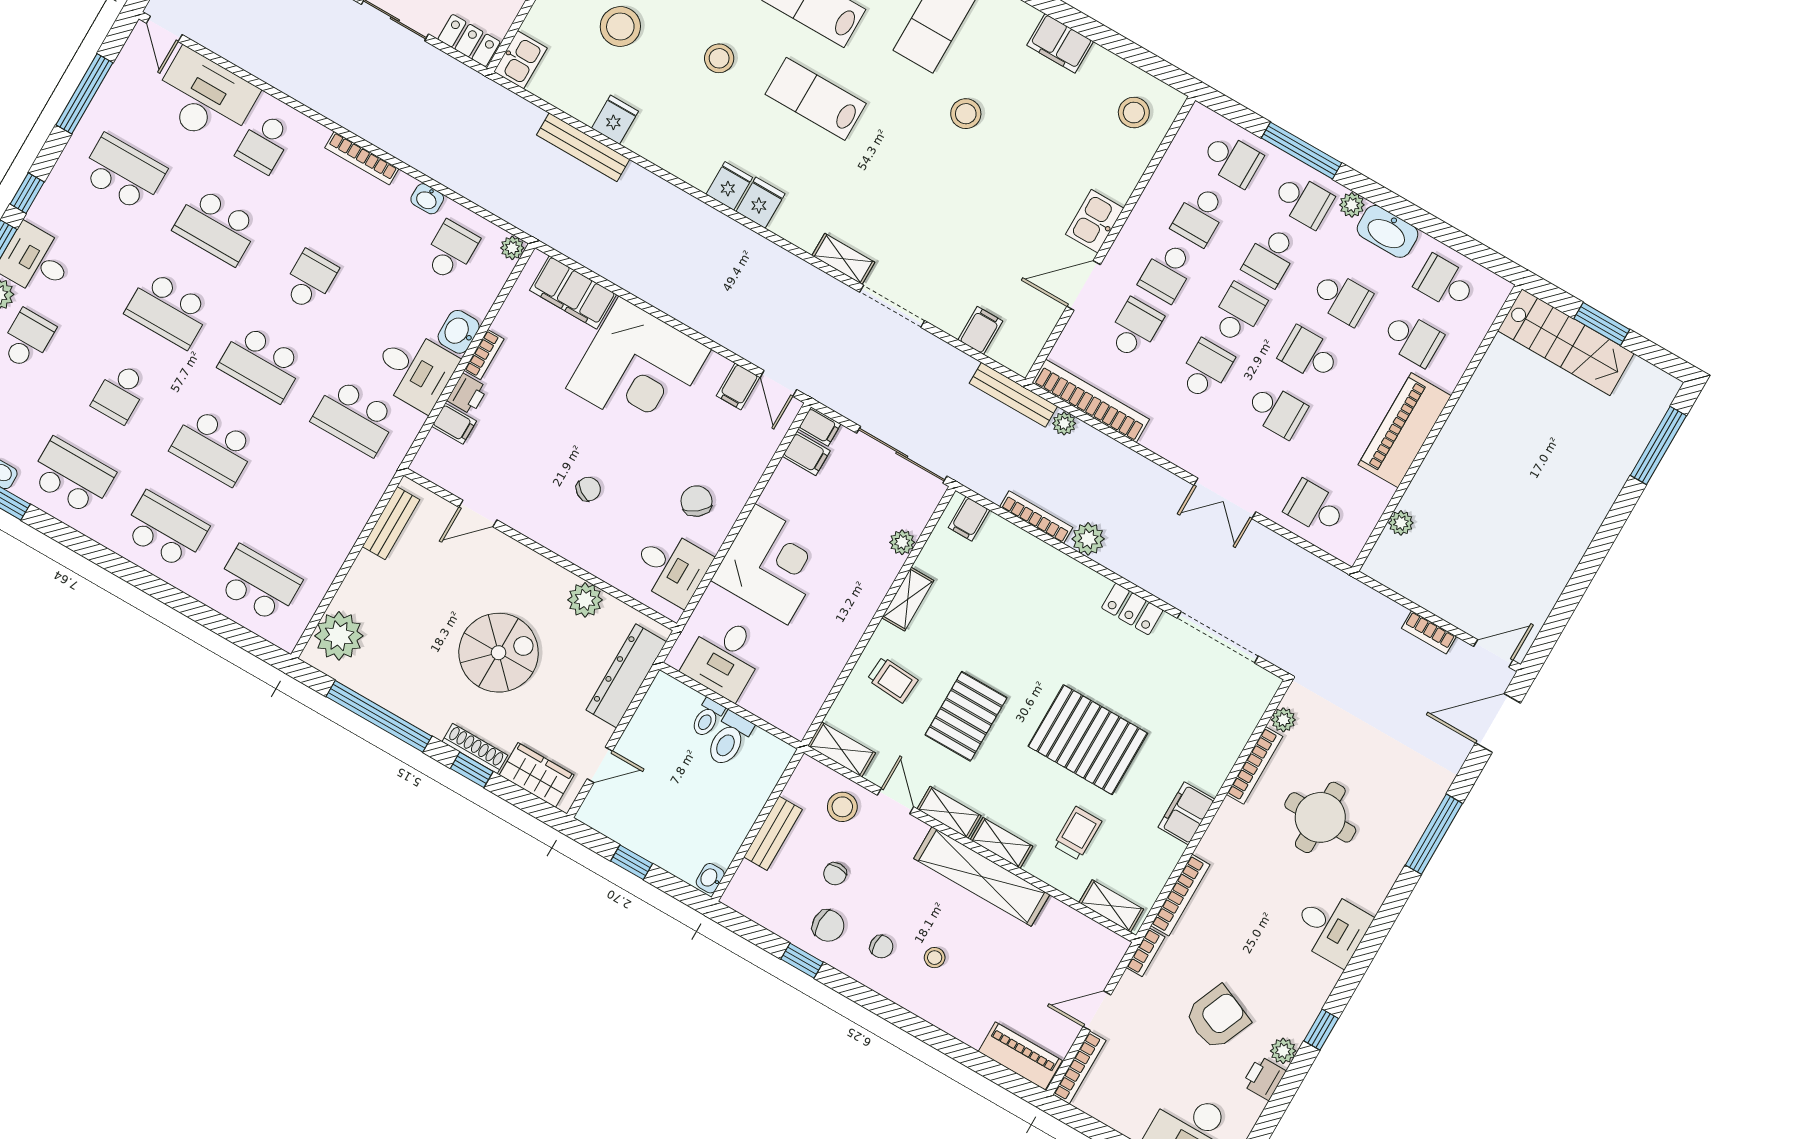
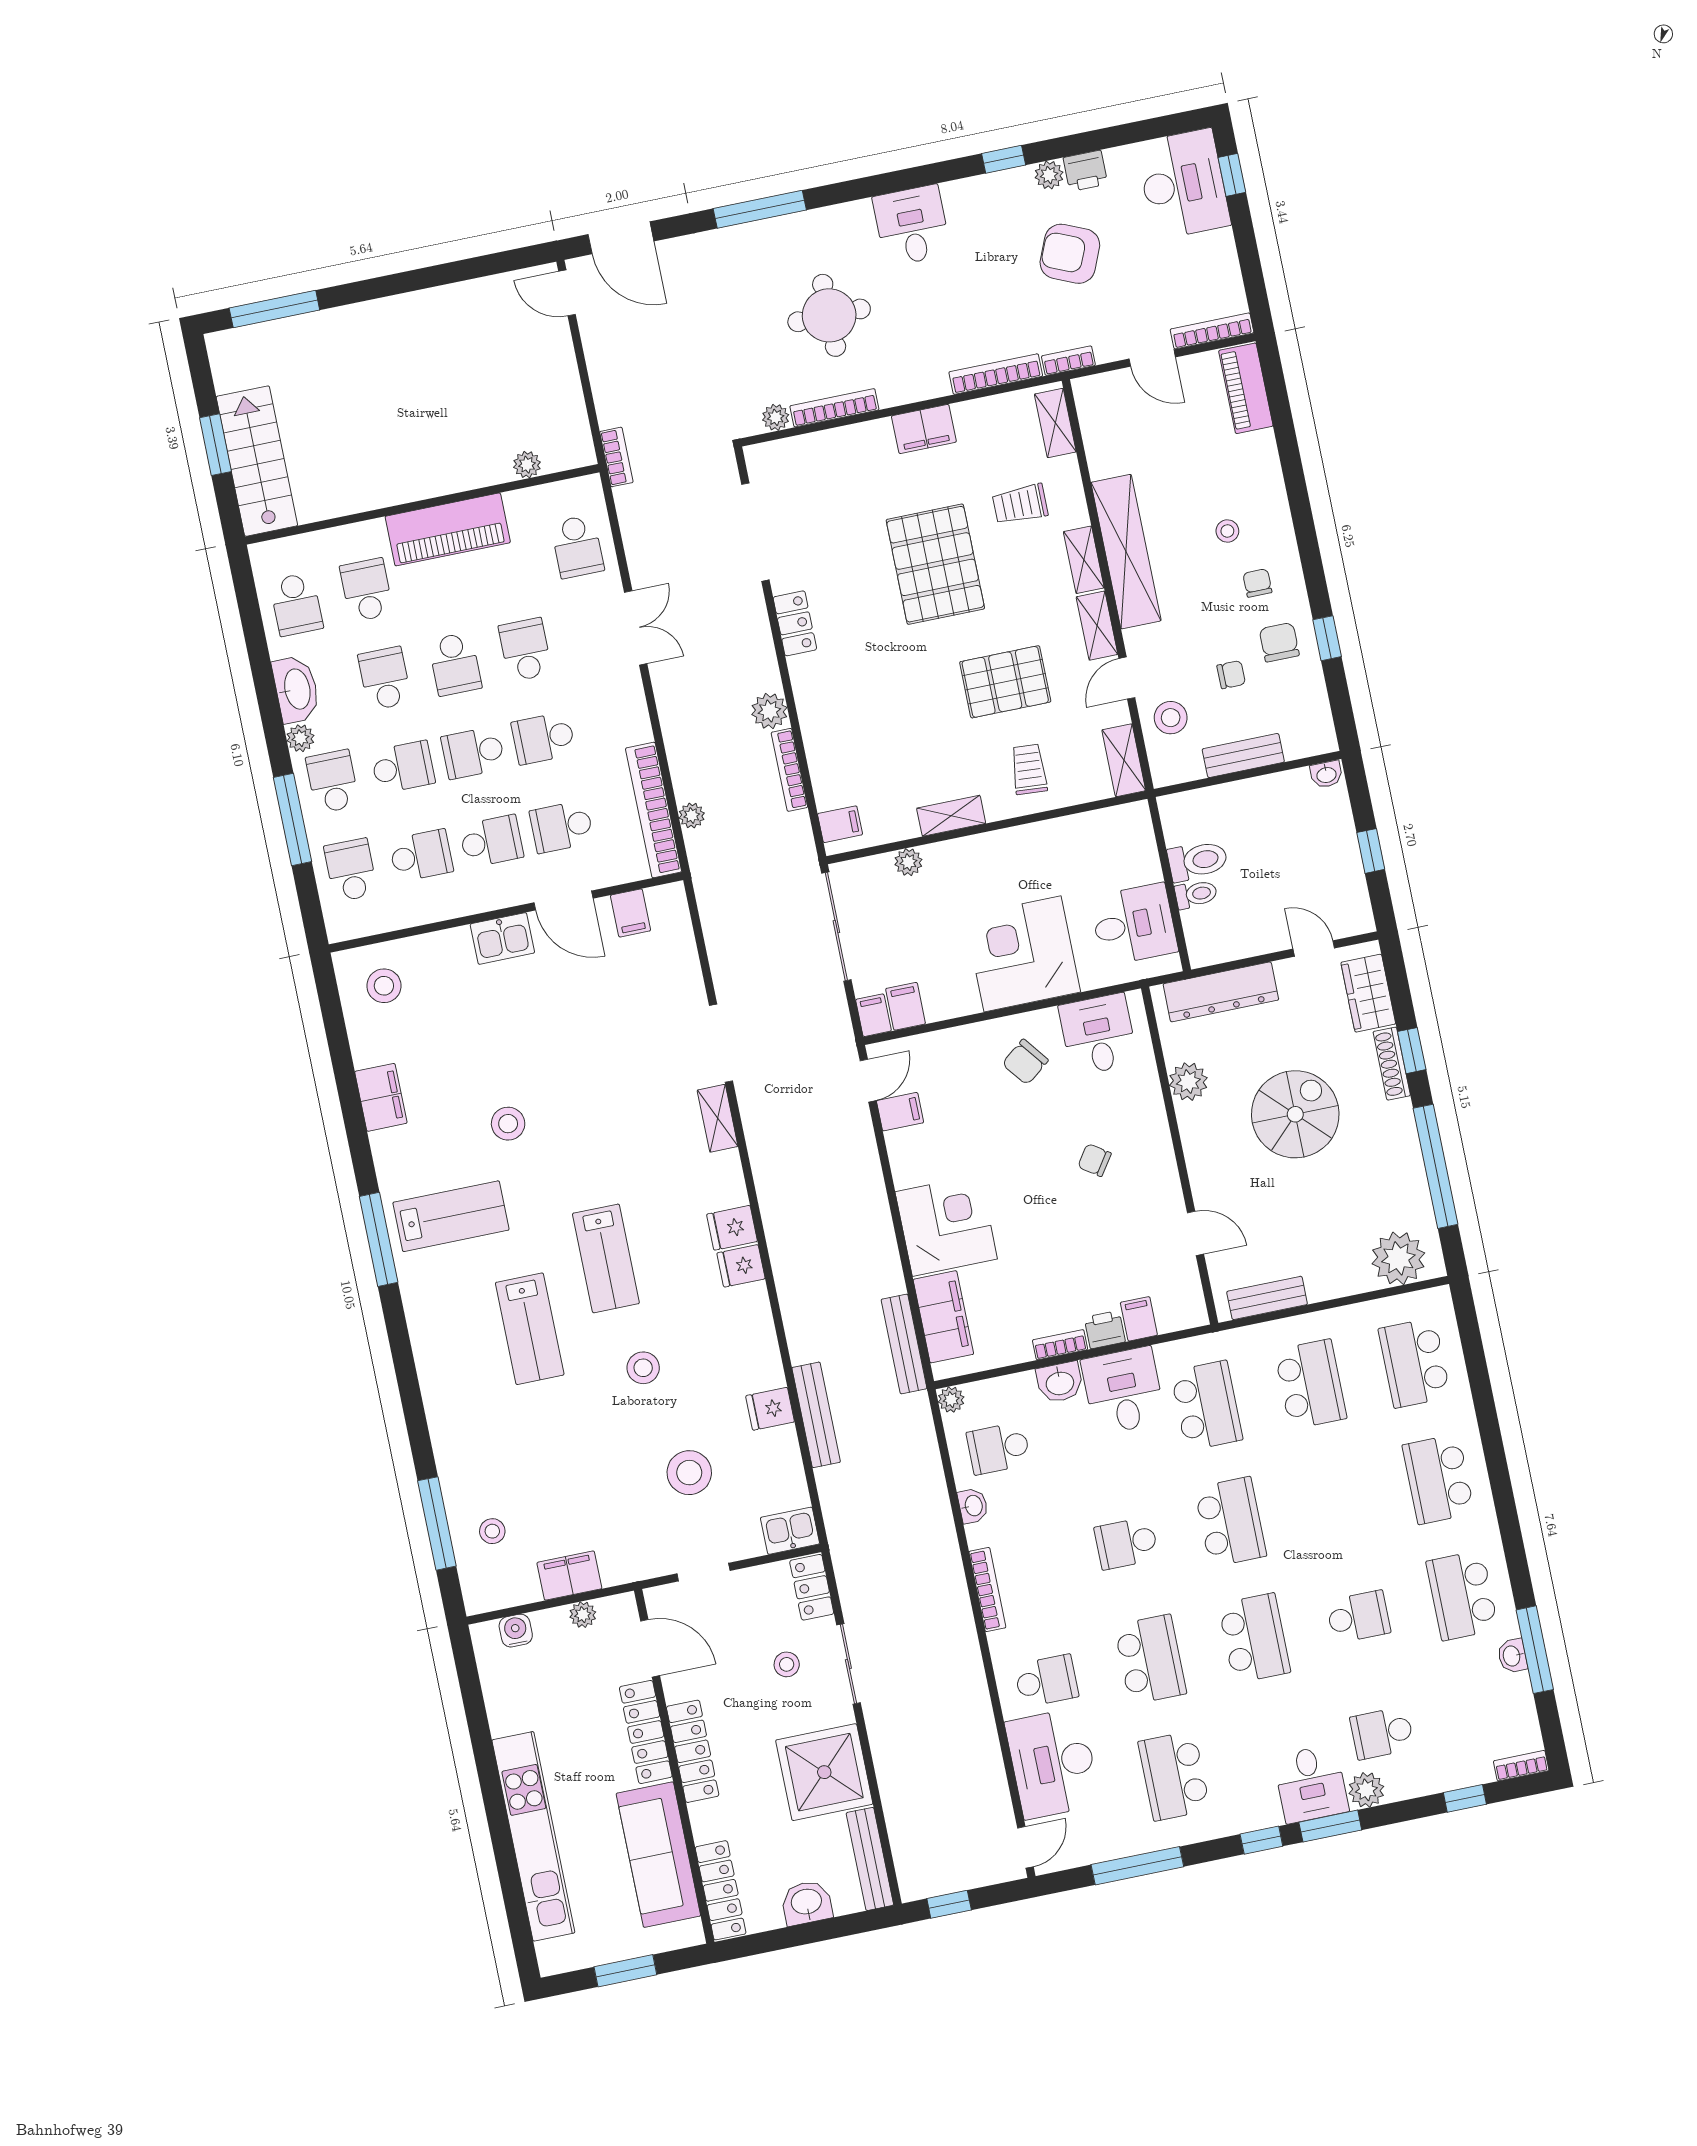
filing cabinet: (980, 330) -> (631, 913), moved, turned -90
corner desk: (638, 369) -> (946, 1225), width x0.74, depth x0.74
bench: (1013, 395) -> (904, 1344), moved
school desk: (213, 447) -> (1311, 1384), moved
bookcase: (1429, 632) -> (616, 457), moved
spiral stairs: (499, 653) -> (1295, 1114), turned 90

